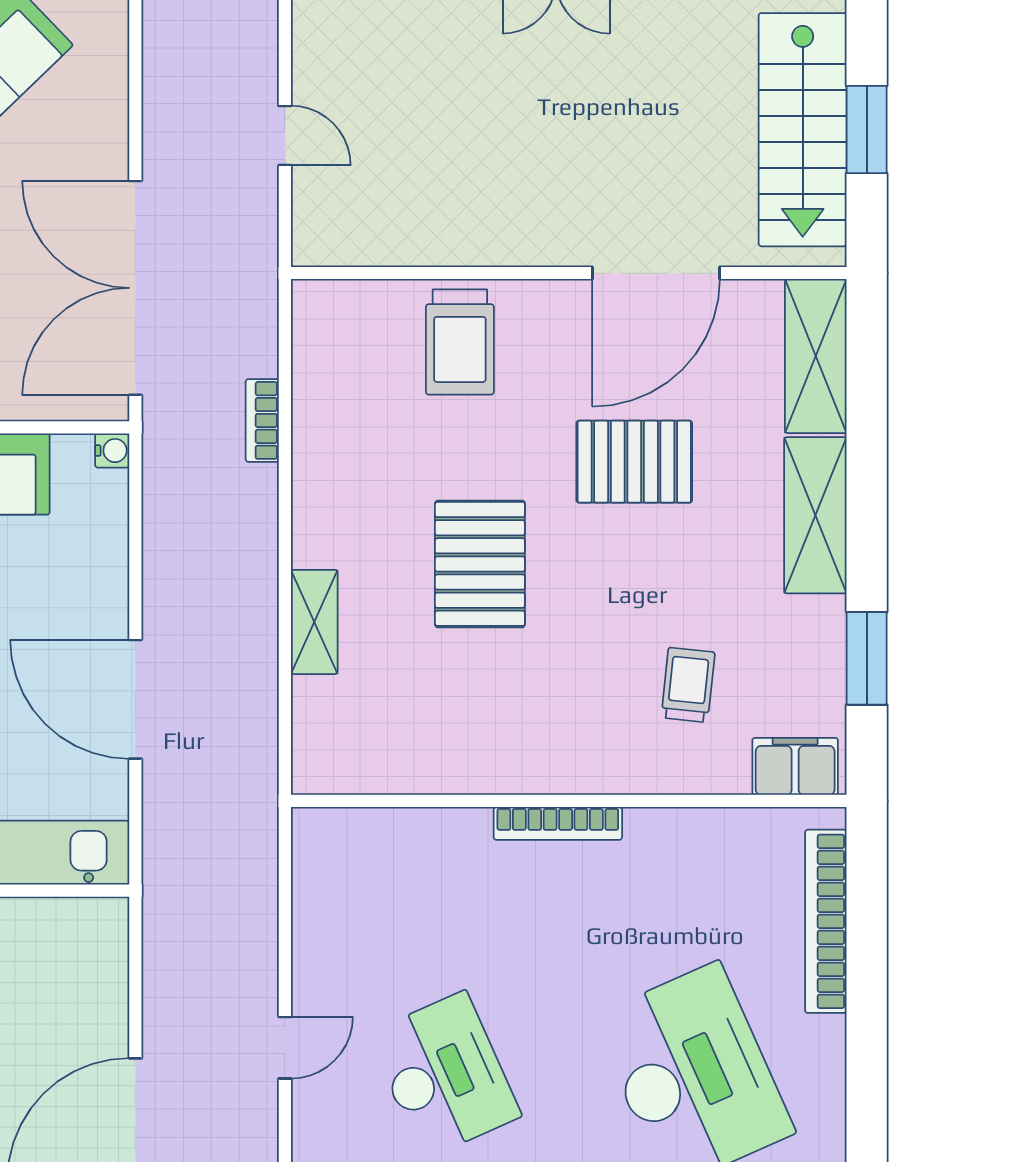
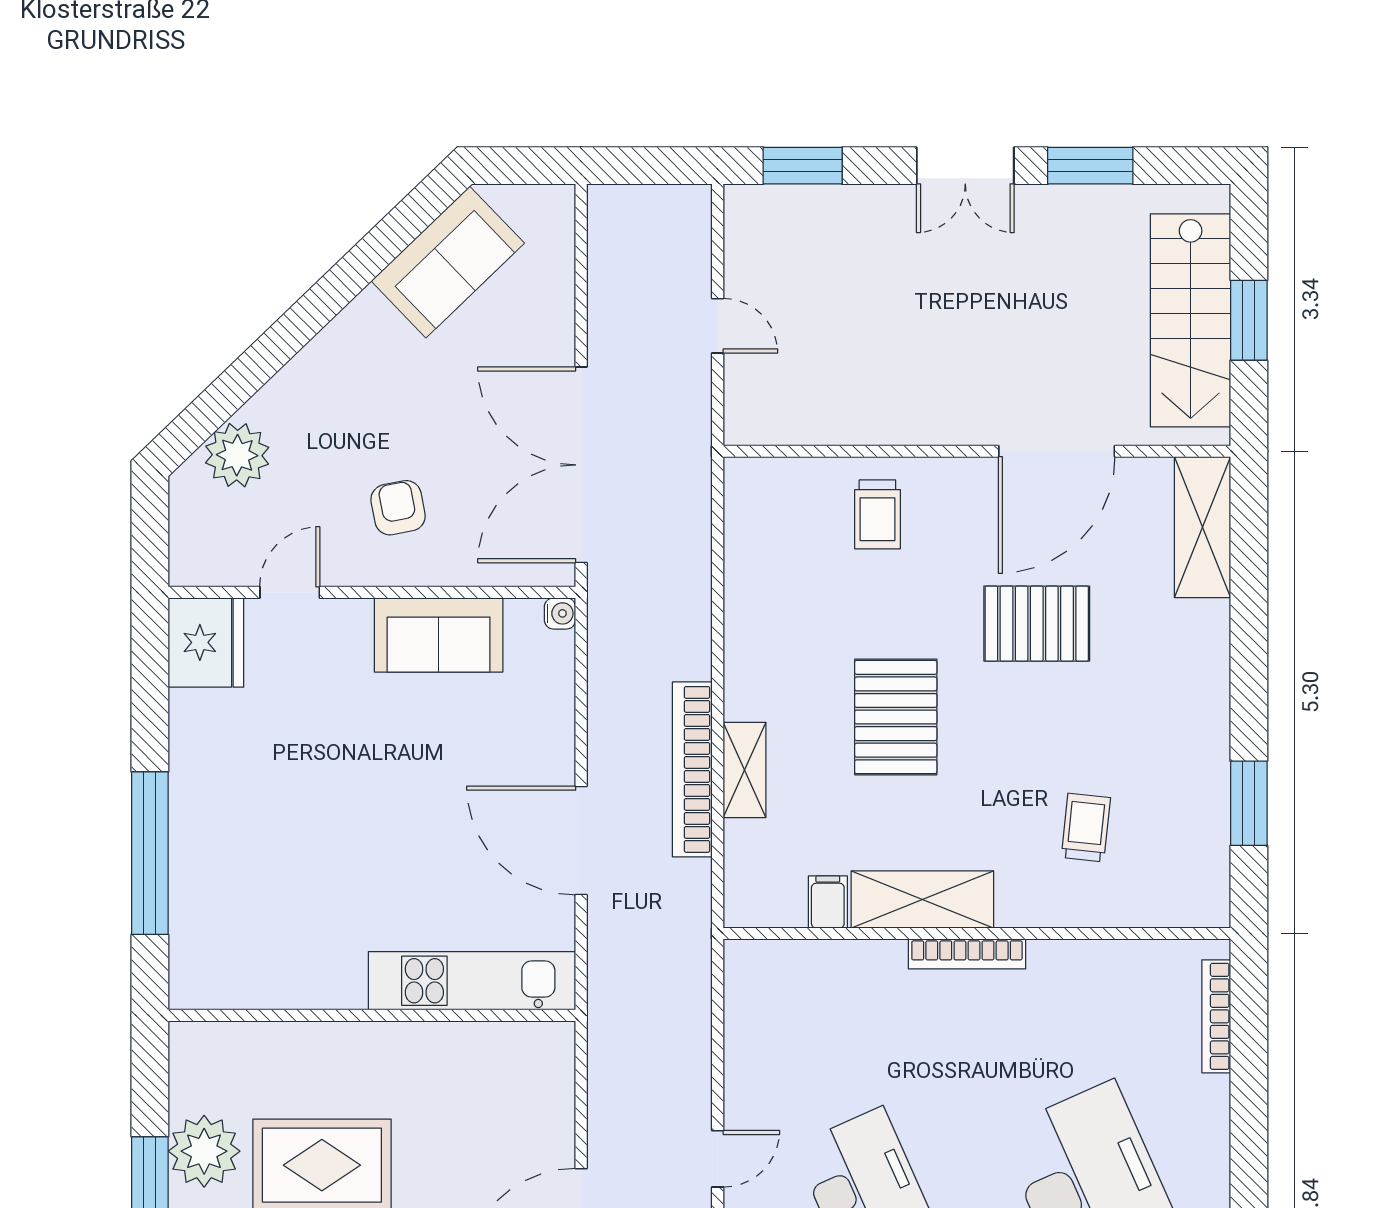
trolley: (460, 342) -> (877, 514), width x0.73, depth x0.72
bookcase: (262, 420) -> (692, 769), moved, width x2.31, depth x1.31
shelving: (815, 515) -> (922, 900), moved, turned 90
filing cabinet: (795, 766) -> (828, 902), moved, width x0.50
bookcase: (826, 921) -> (1216, 1016), width x0.68, depth x0.76

